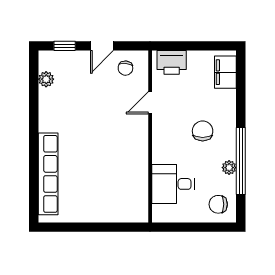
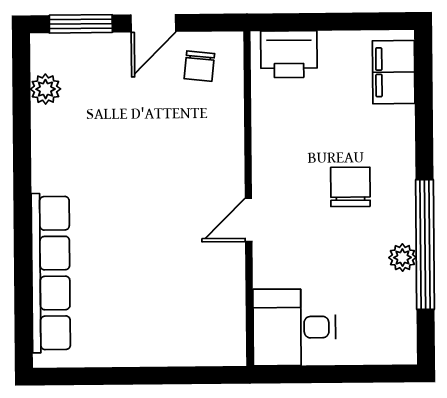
window: (65, 46) -> (81, 24), width x1.50
door: (150, 103) -> (249, 220), moved
desk: (173, 184) -> (294, 327), moved
chair: (218, 204) -> (382, 329), removed

